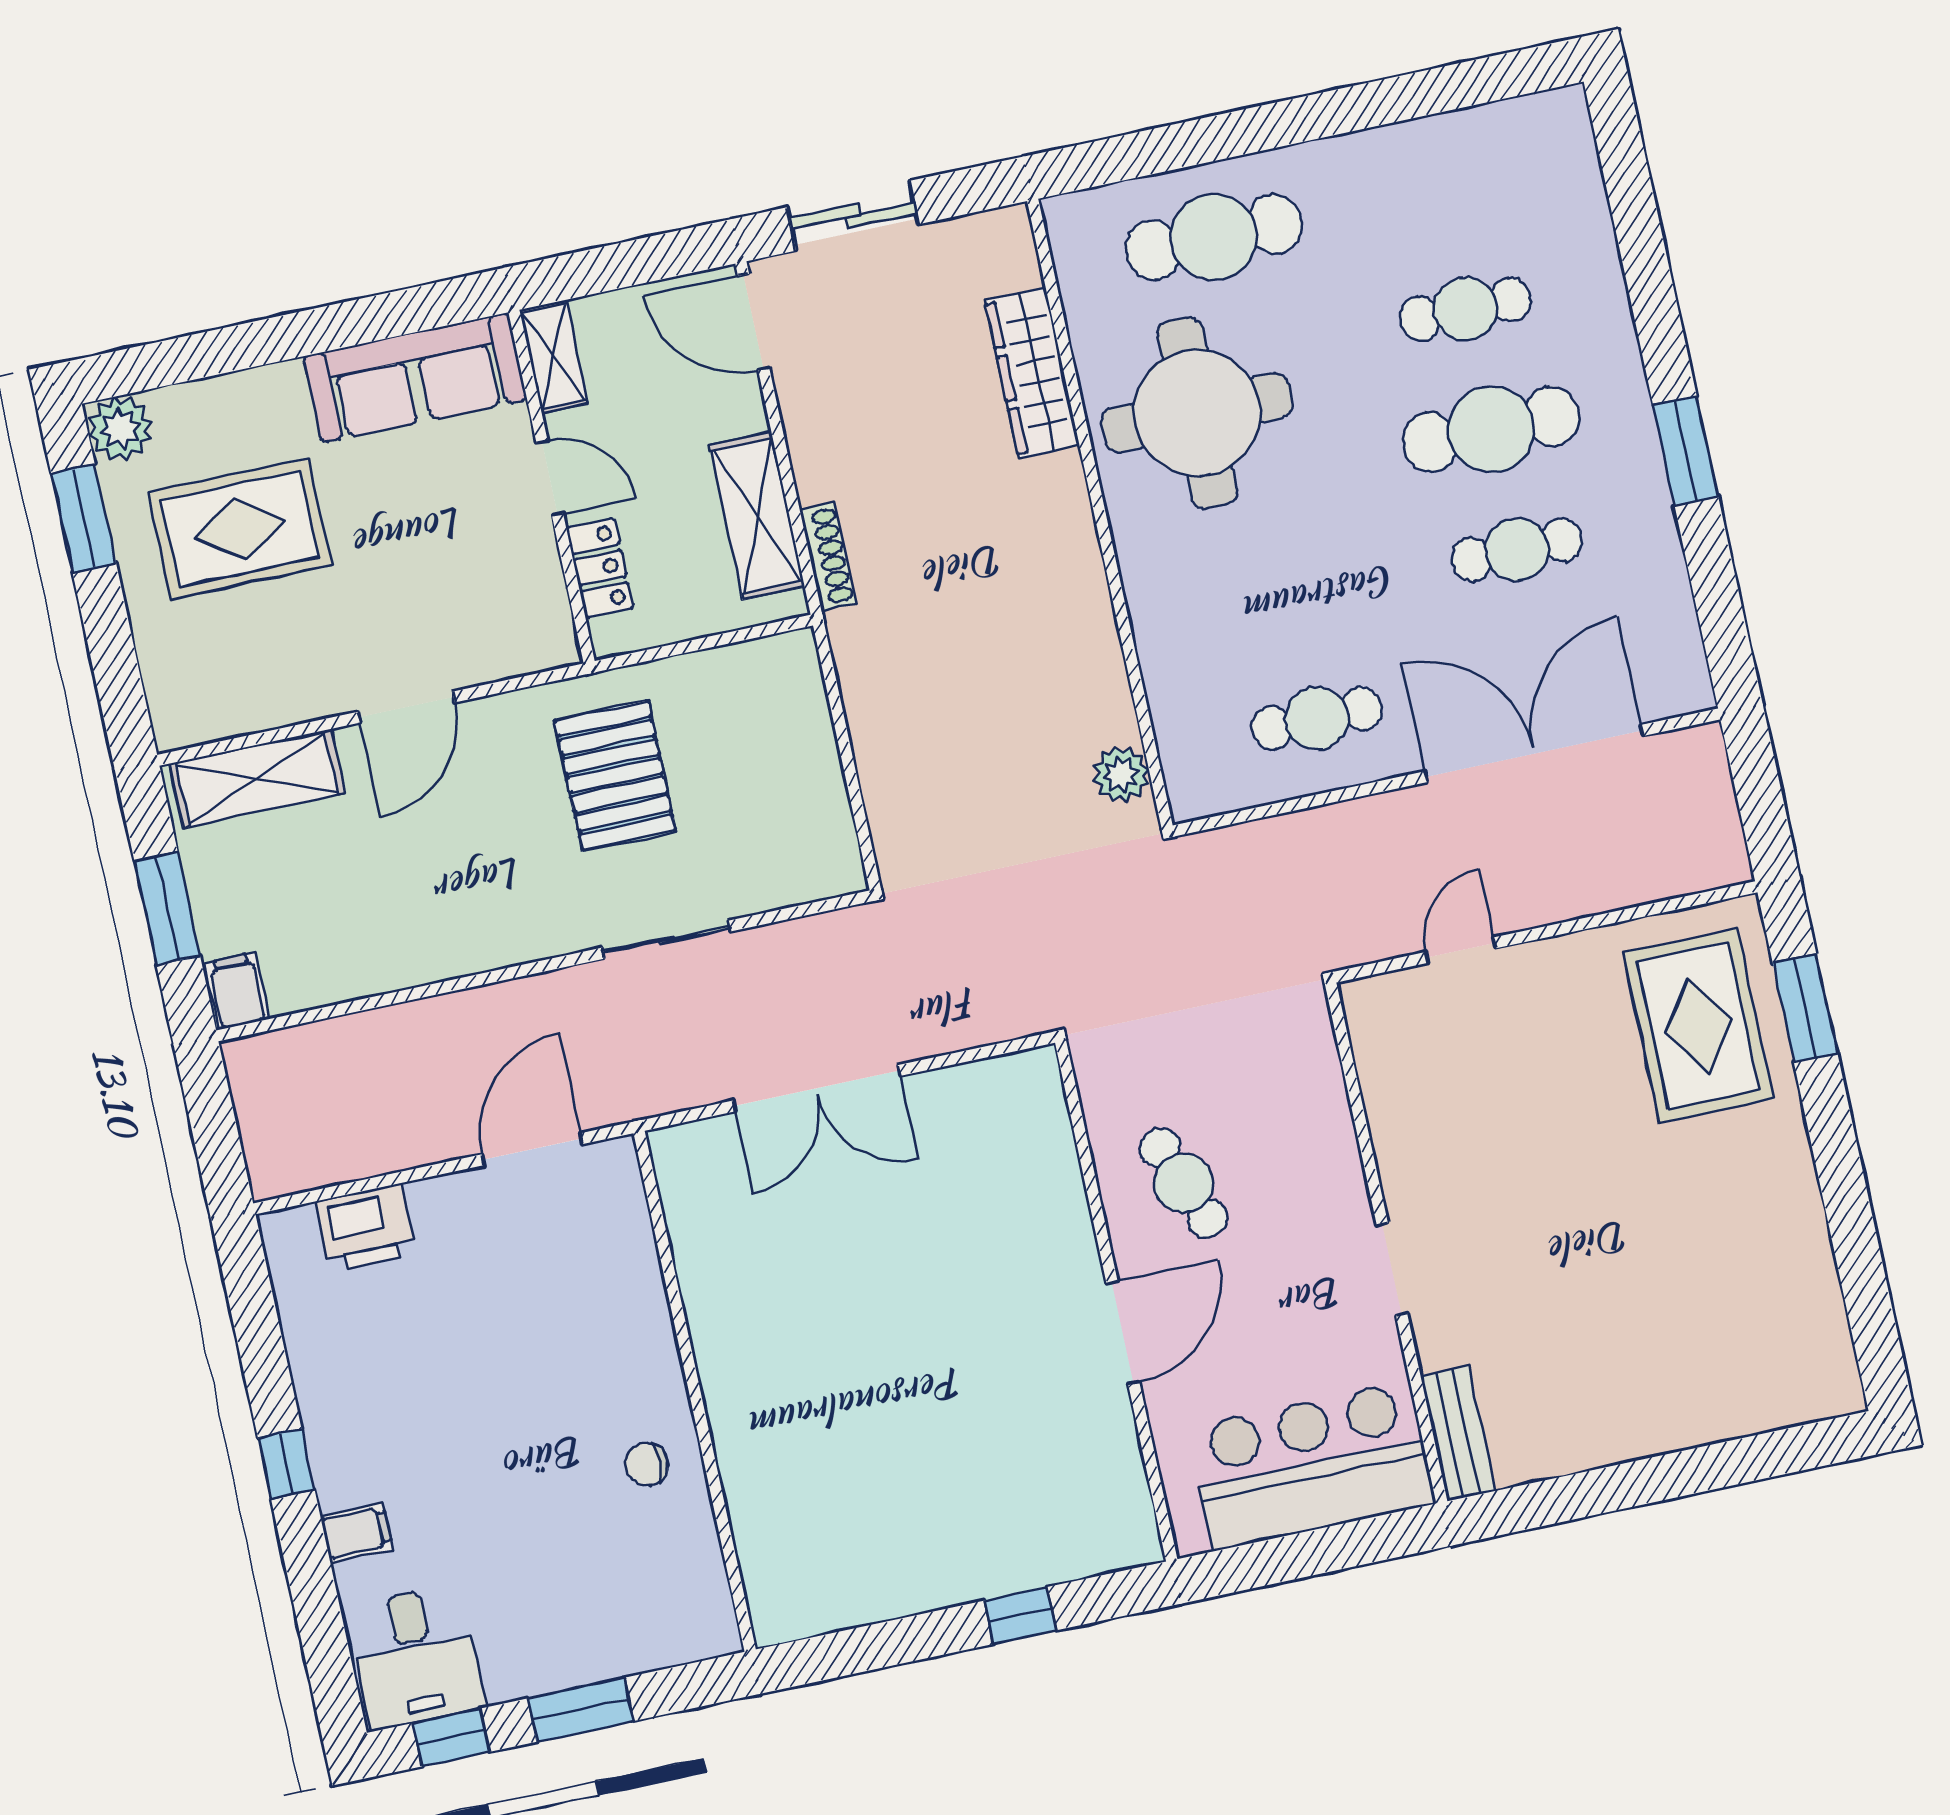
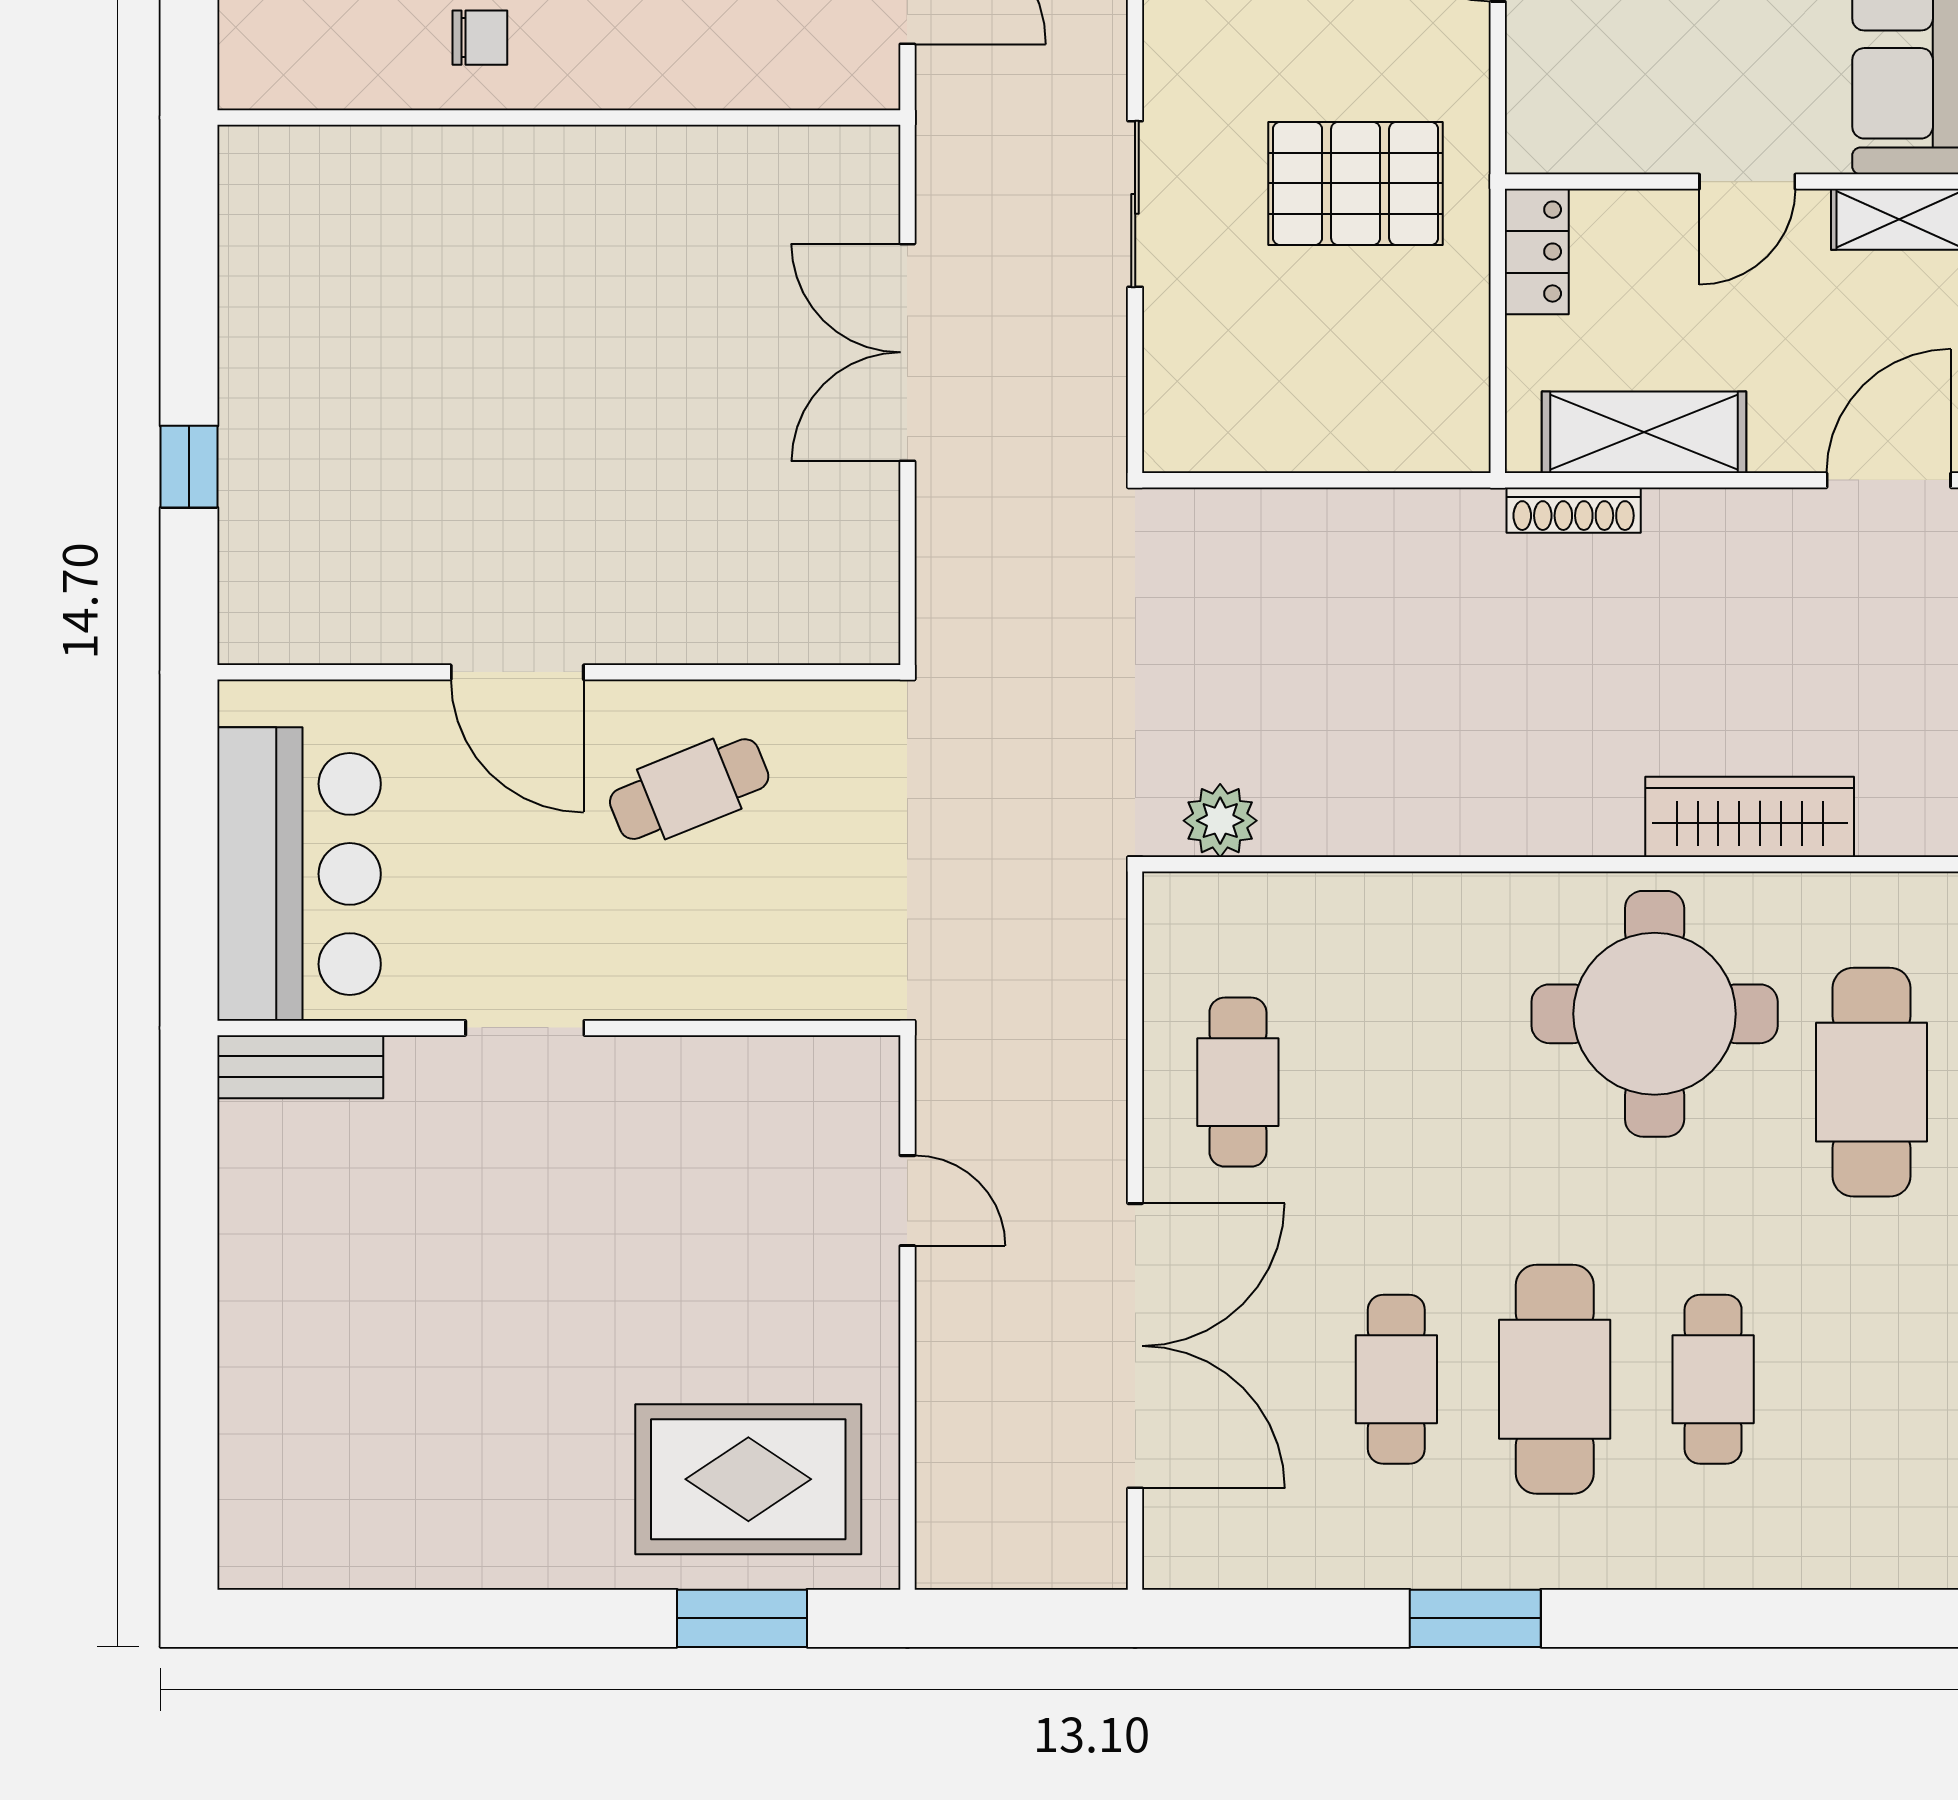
locker: (600, 568) -> (1537, 252), moved, turned -90
chair: (647, 1464) -> (480, 38), turned 89

